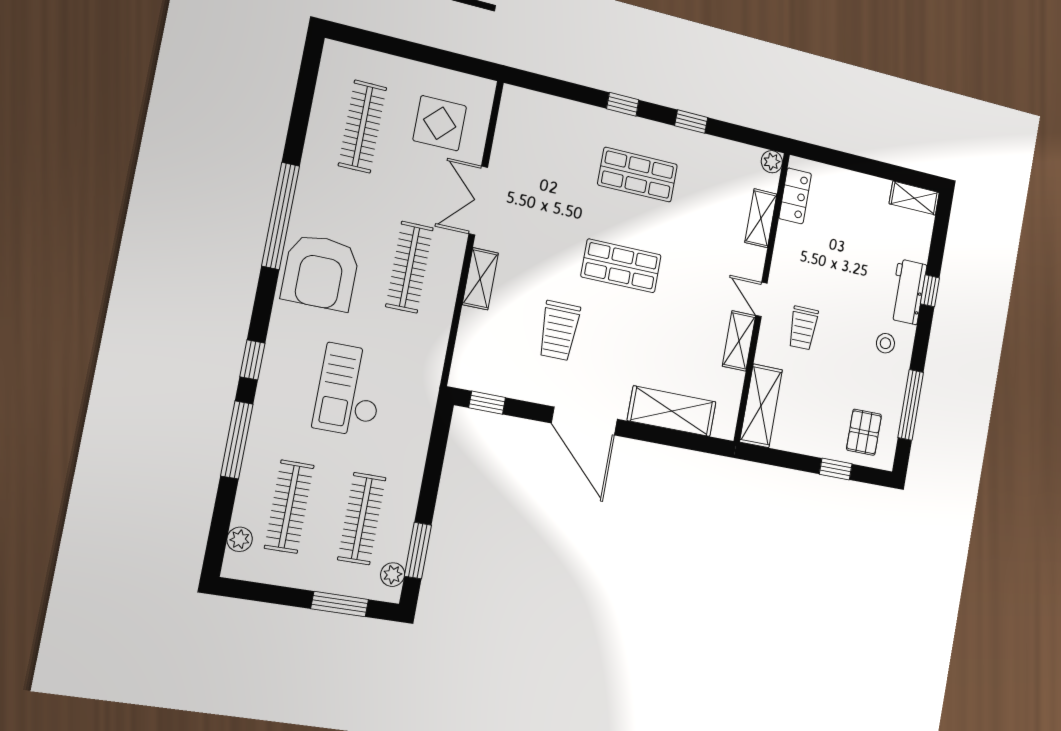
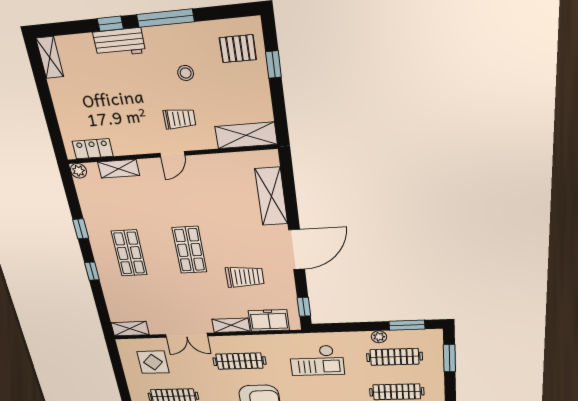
freezer: (475, 341) -> (269, 320), added
shelving: (739, 341) -> (130, 329), moved
stool: (885, 343) -> (186, 73), moved
checkout: (350, 390) -> (317, 360), moved
window: (911, 405) -> (165, 18), moved
plant: (393, 575) -> (379, 337), moved

